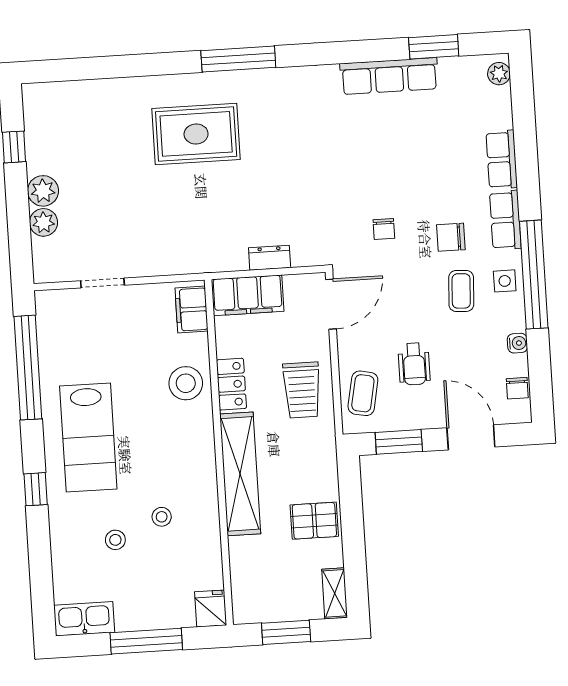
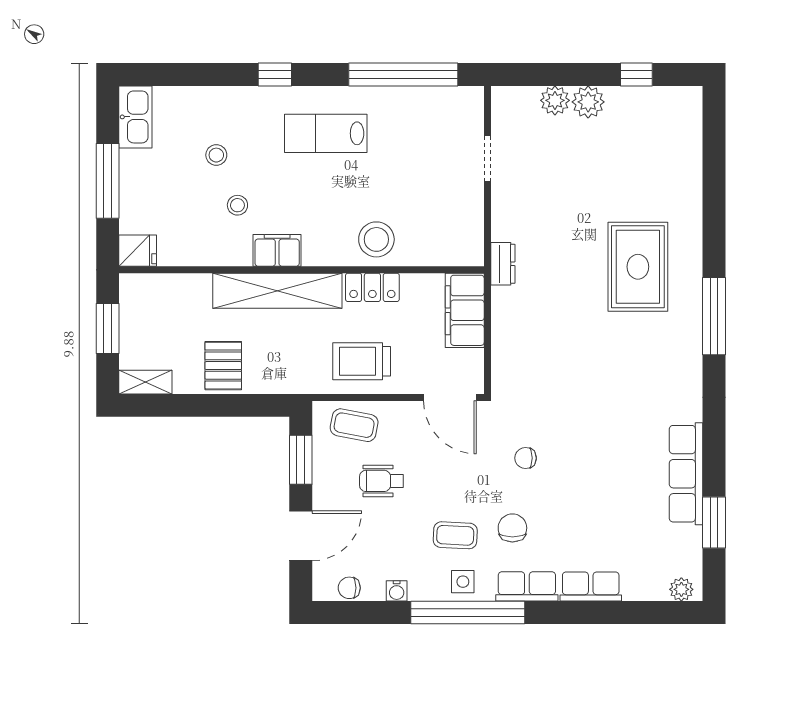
dresser: (270, 258) -> (503, 264), moved
filing cabinet: (192, 310) -> (277, 250), moved
lab bench: (88, 437) -> (326, 133), width x0.73, depth x0.72

